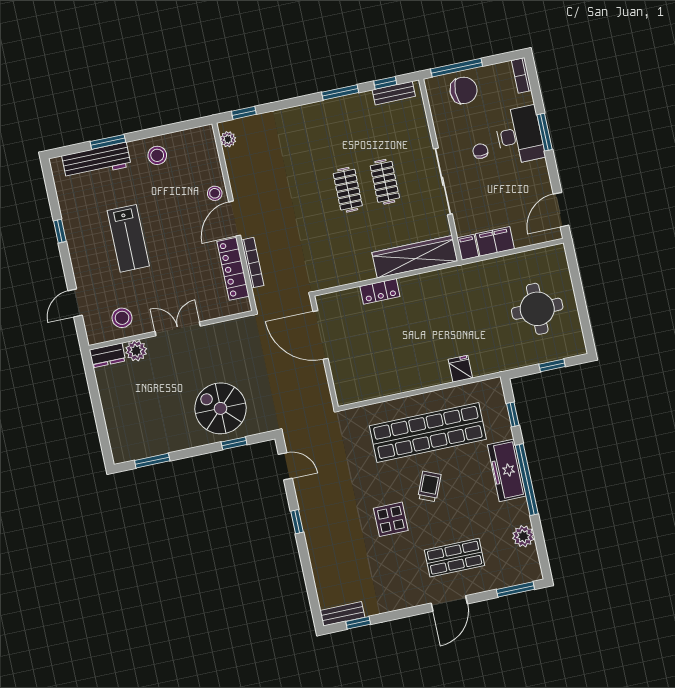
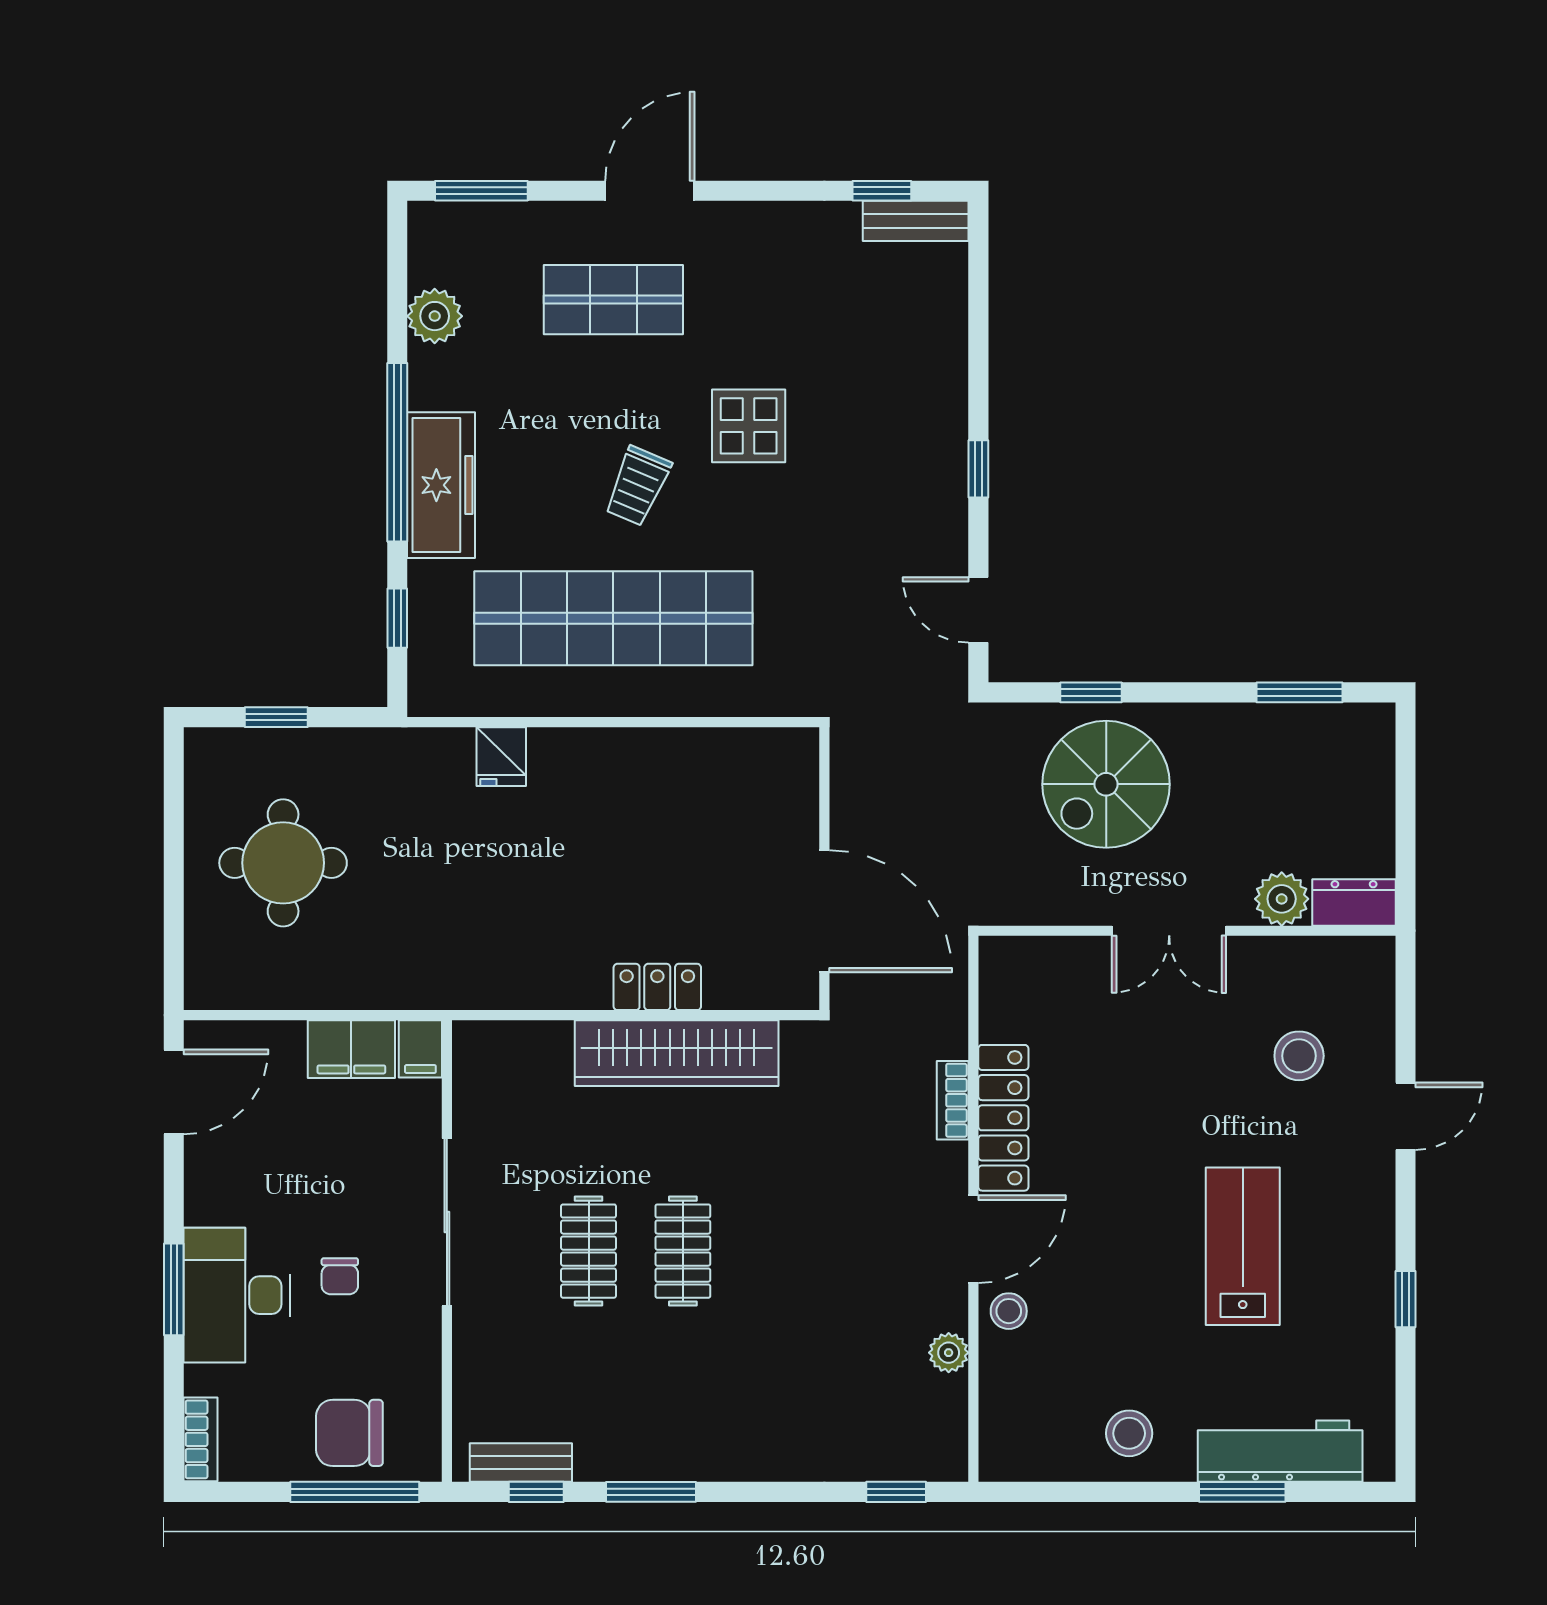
plant: (228, 139) -> (949, 1353), moved
wardrobe: (415, 257) -> (677, 1053), moved
bookcase: (253, 263) -> (953, 1100), width x0.64
double door: (178, 329) -> (1169, 931), moved
wall: (171, 330) -> (1187, 931), moved
plant: (136, 351) -> (1282, 899), moved
dresser: (107, 355) -> (1354, 902), moved
spiral stairs: (220, 408) -> (1106, 784), turned 90

